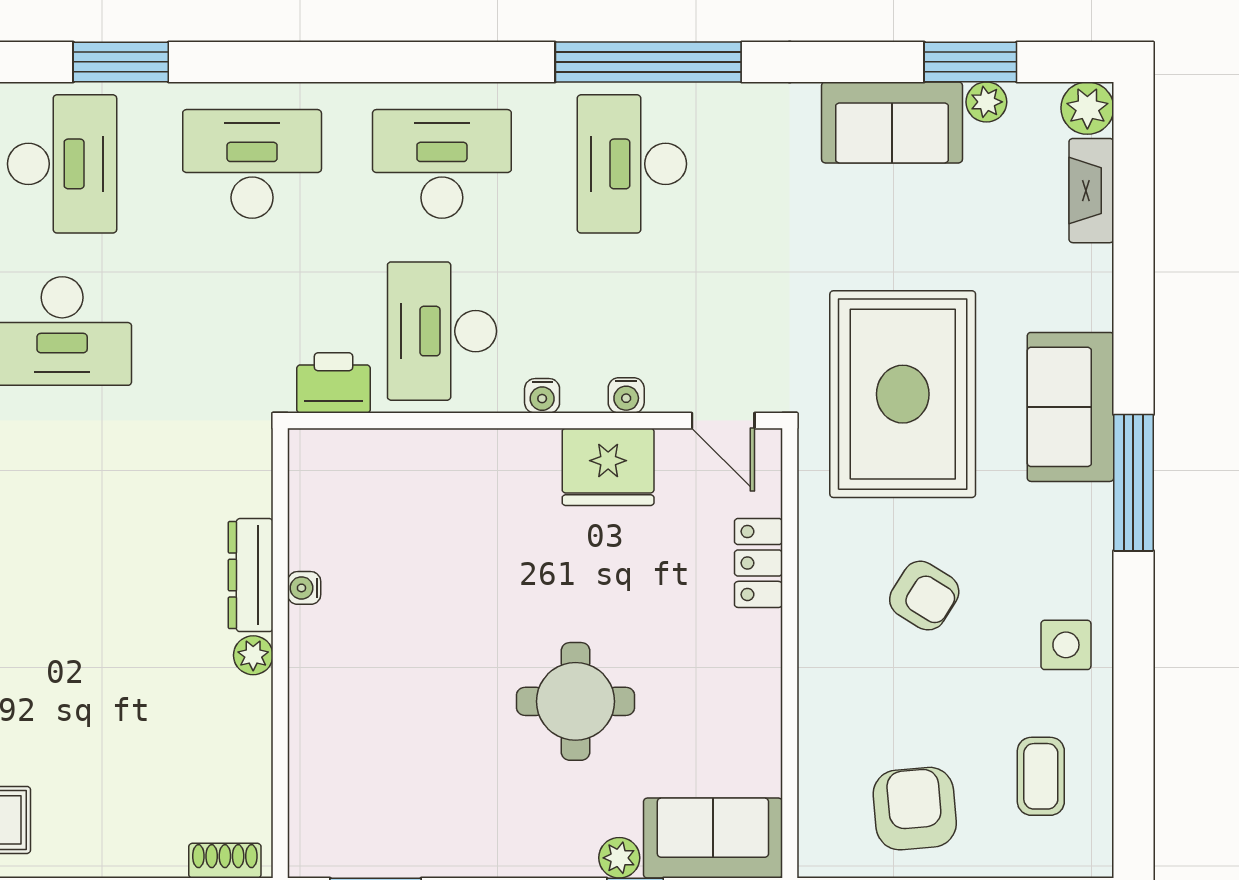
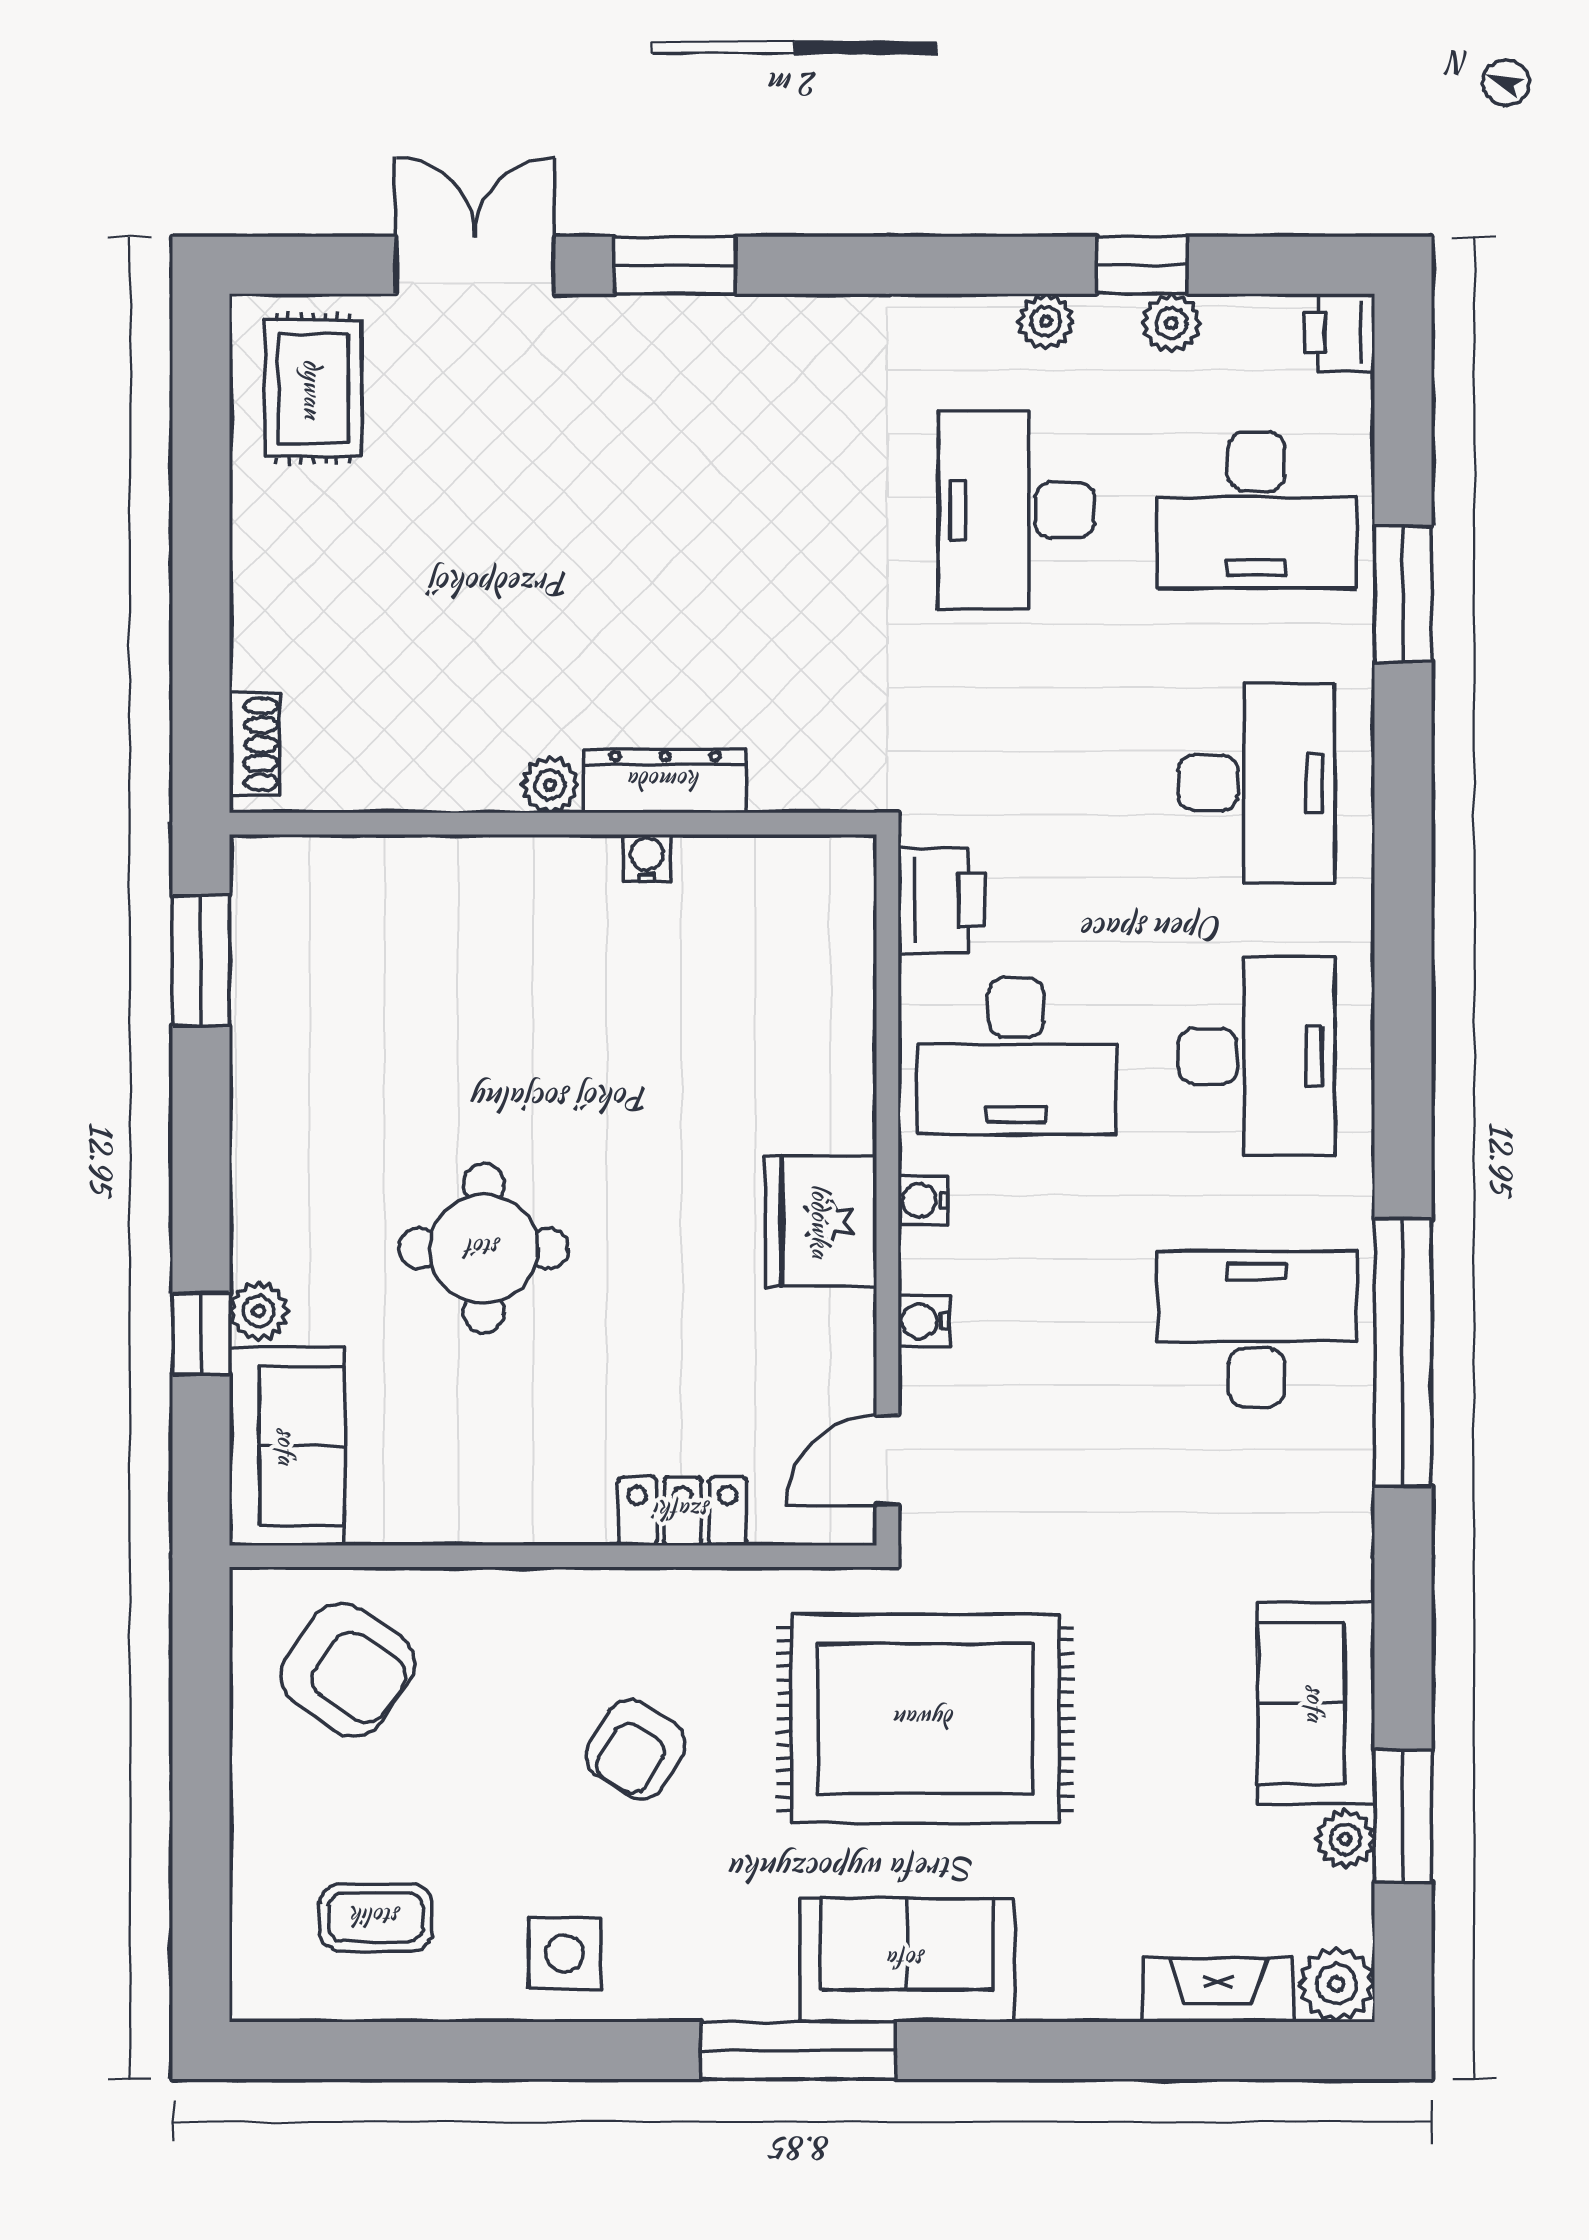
desk: (442, 331) -> (1016, 1056), turned 180
fridge: (608, 467) -> (821, 1221), moved
armchair: (915, 809) -> (348, 1669), moved, turned 40

